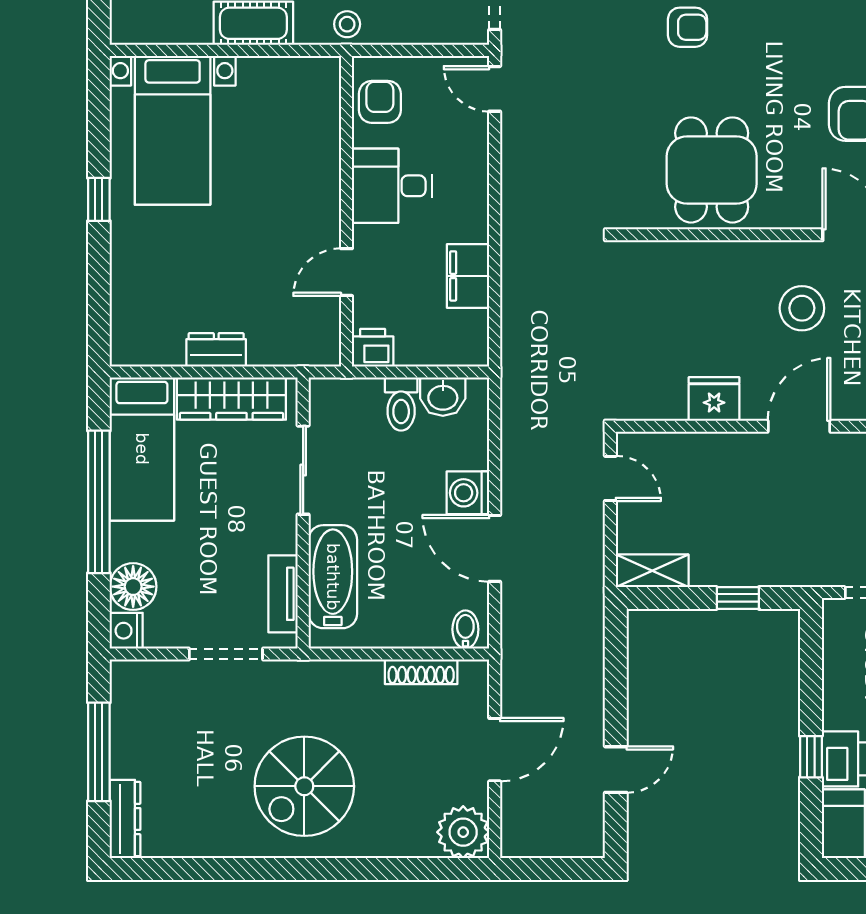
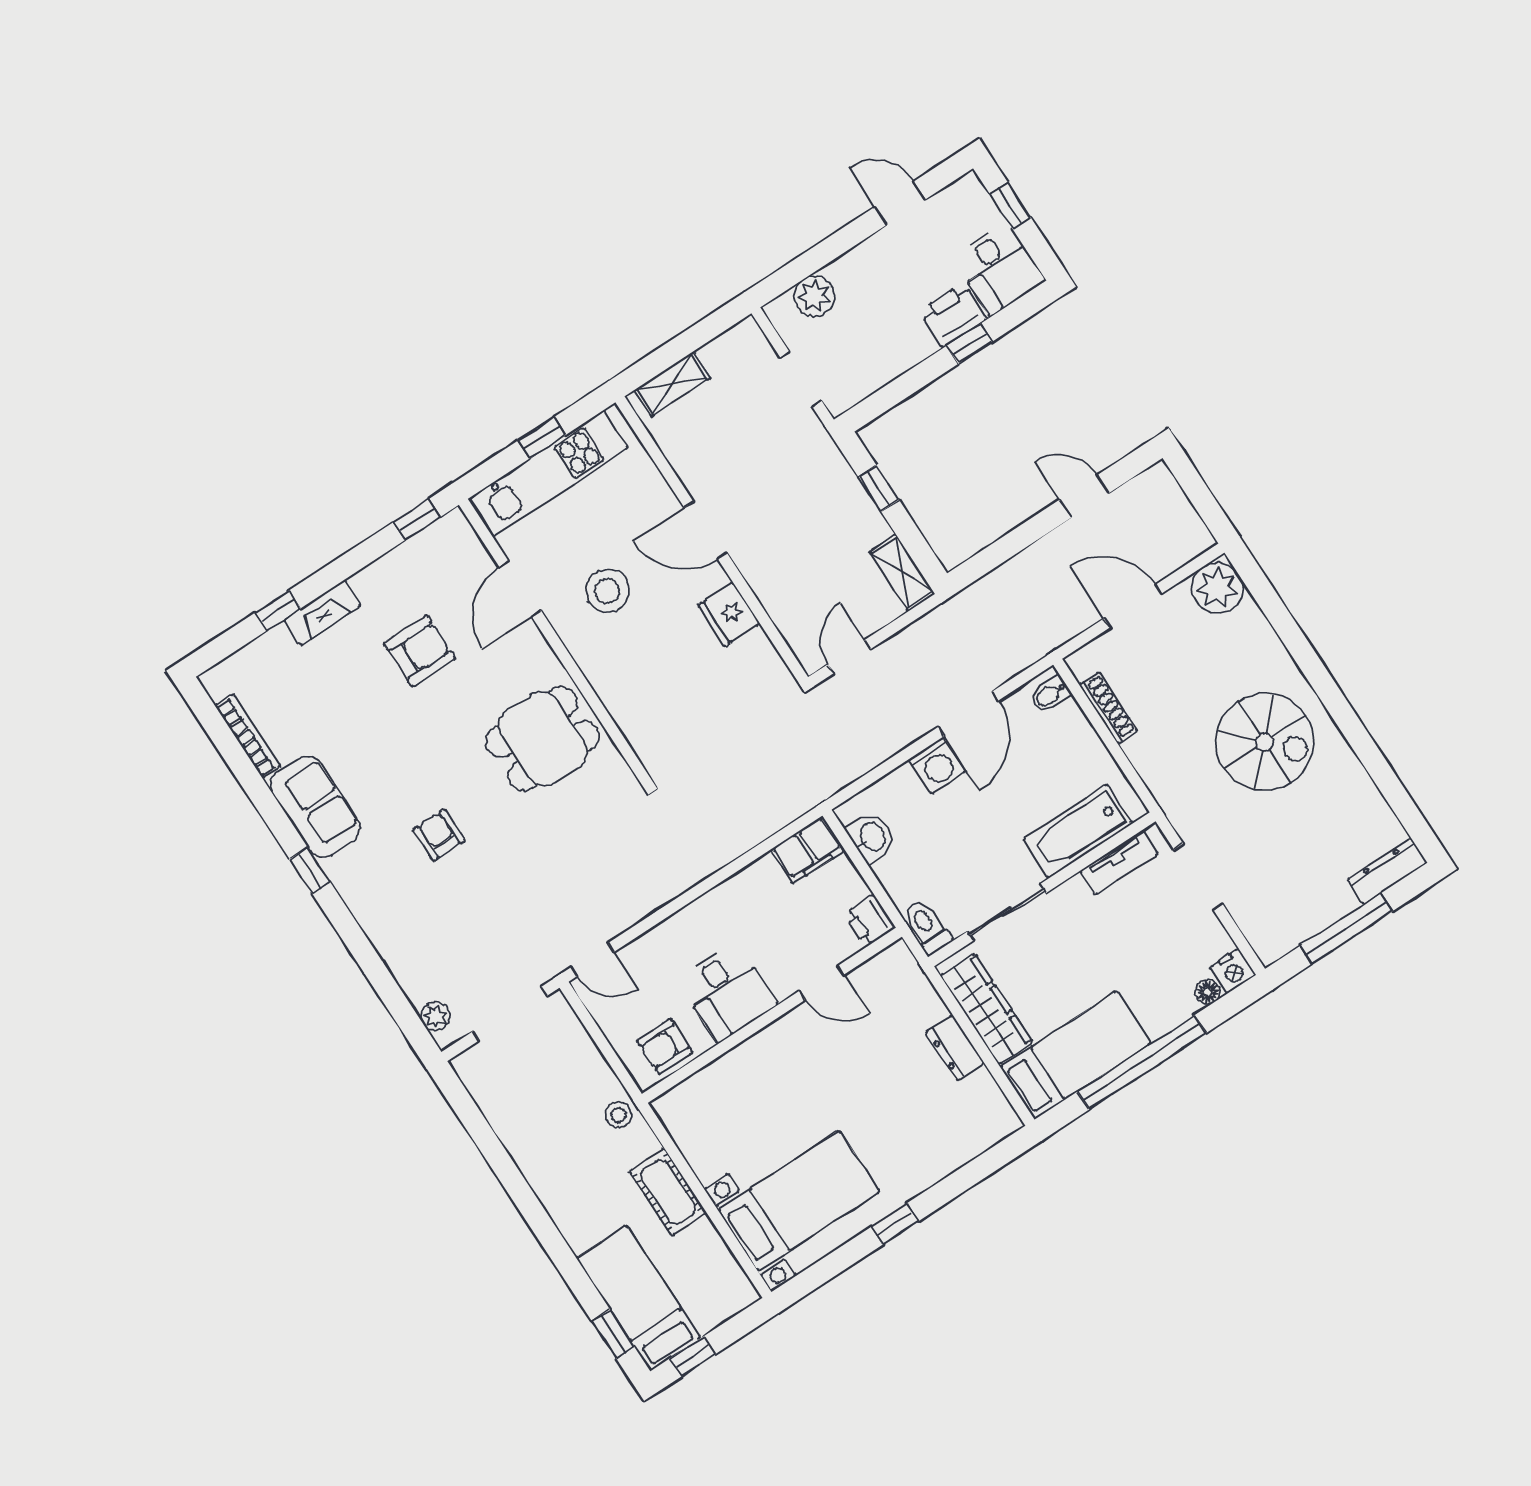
door: (495, 89) -> (592, 960), hinge flipped
filing cabinet: (468, 276) -> (808, 850), moved
toilet: (401, 404) -> (927, 927), moved, turned -90
floor lamp: (133, 587) -> (1208, 992), width x0.53, depth x0.53

